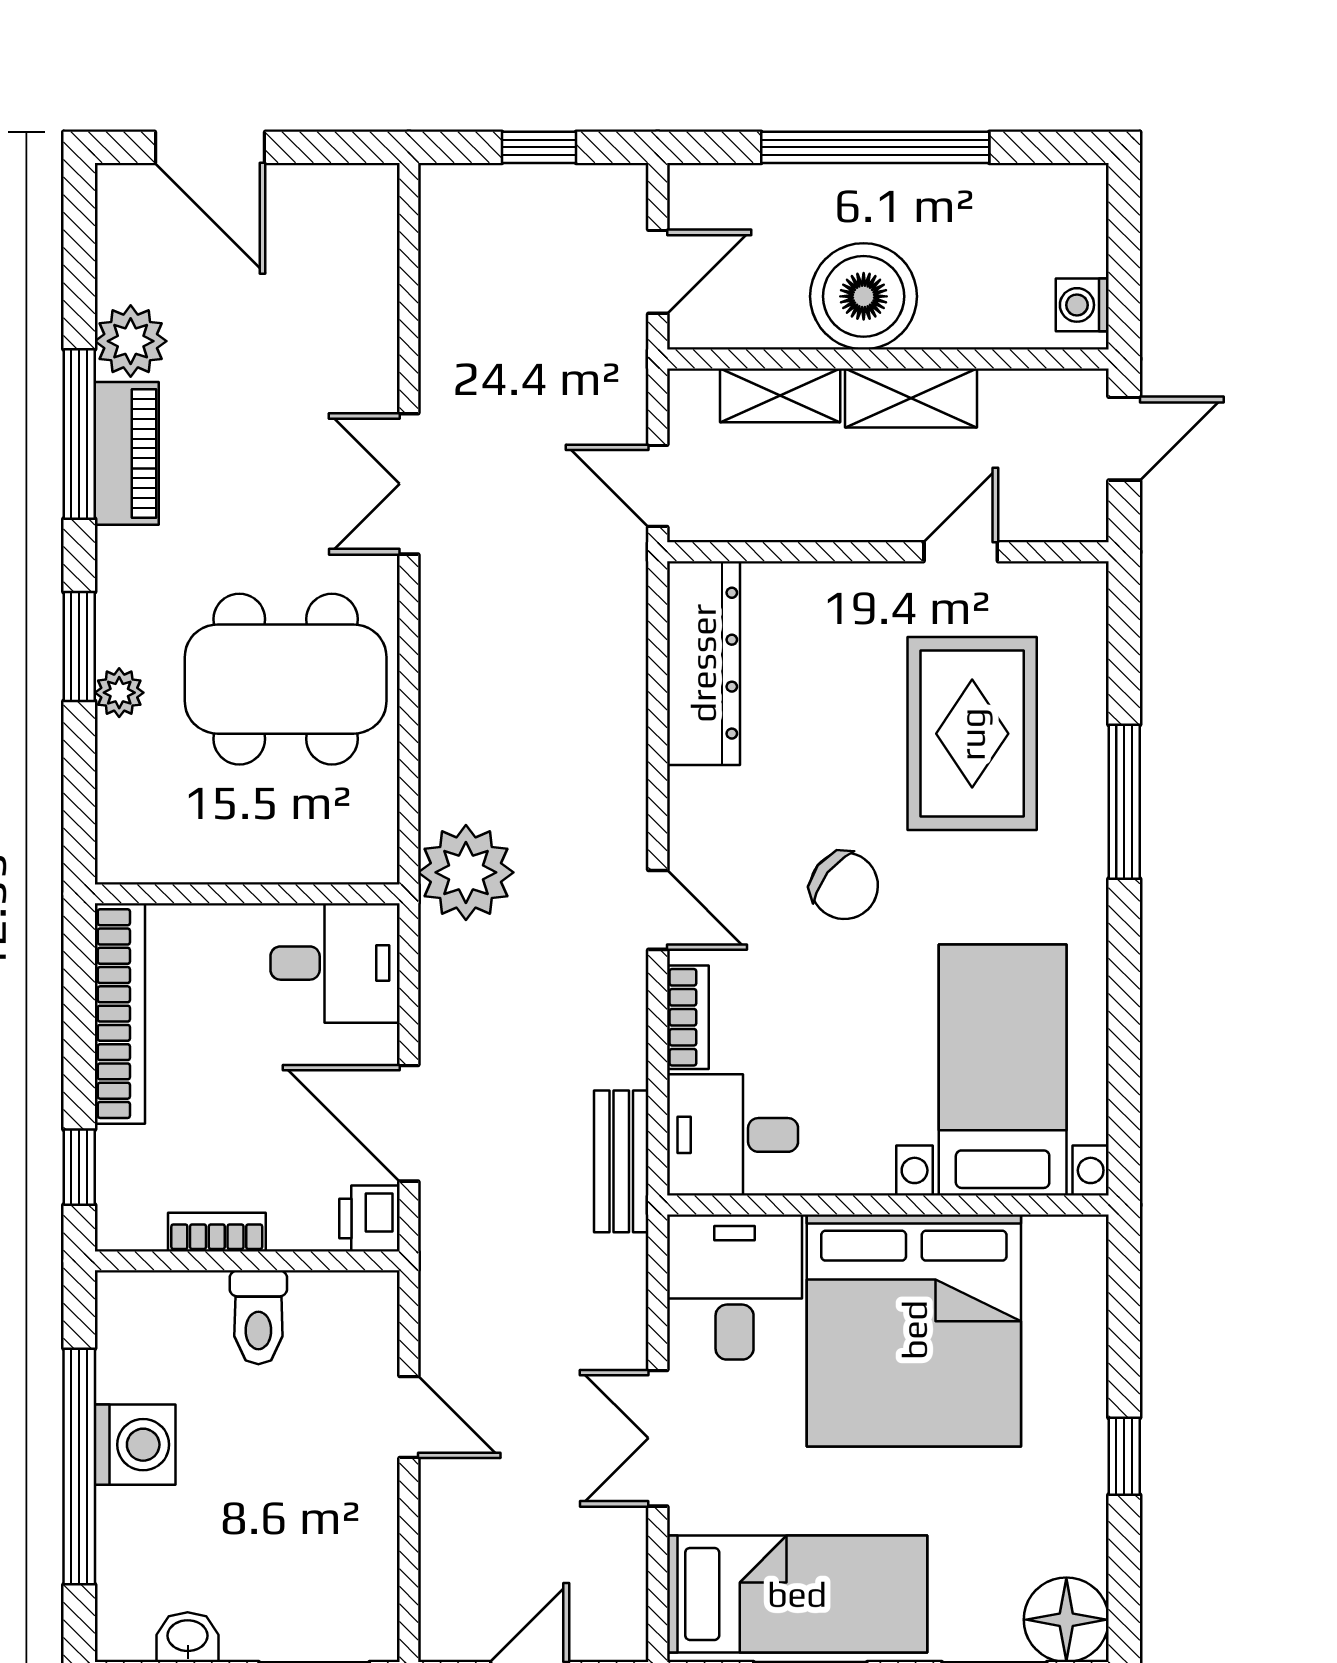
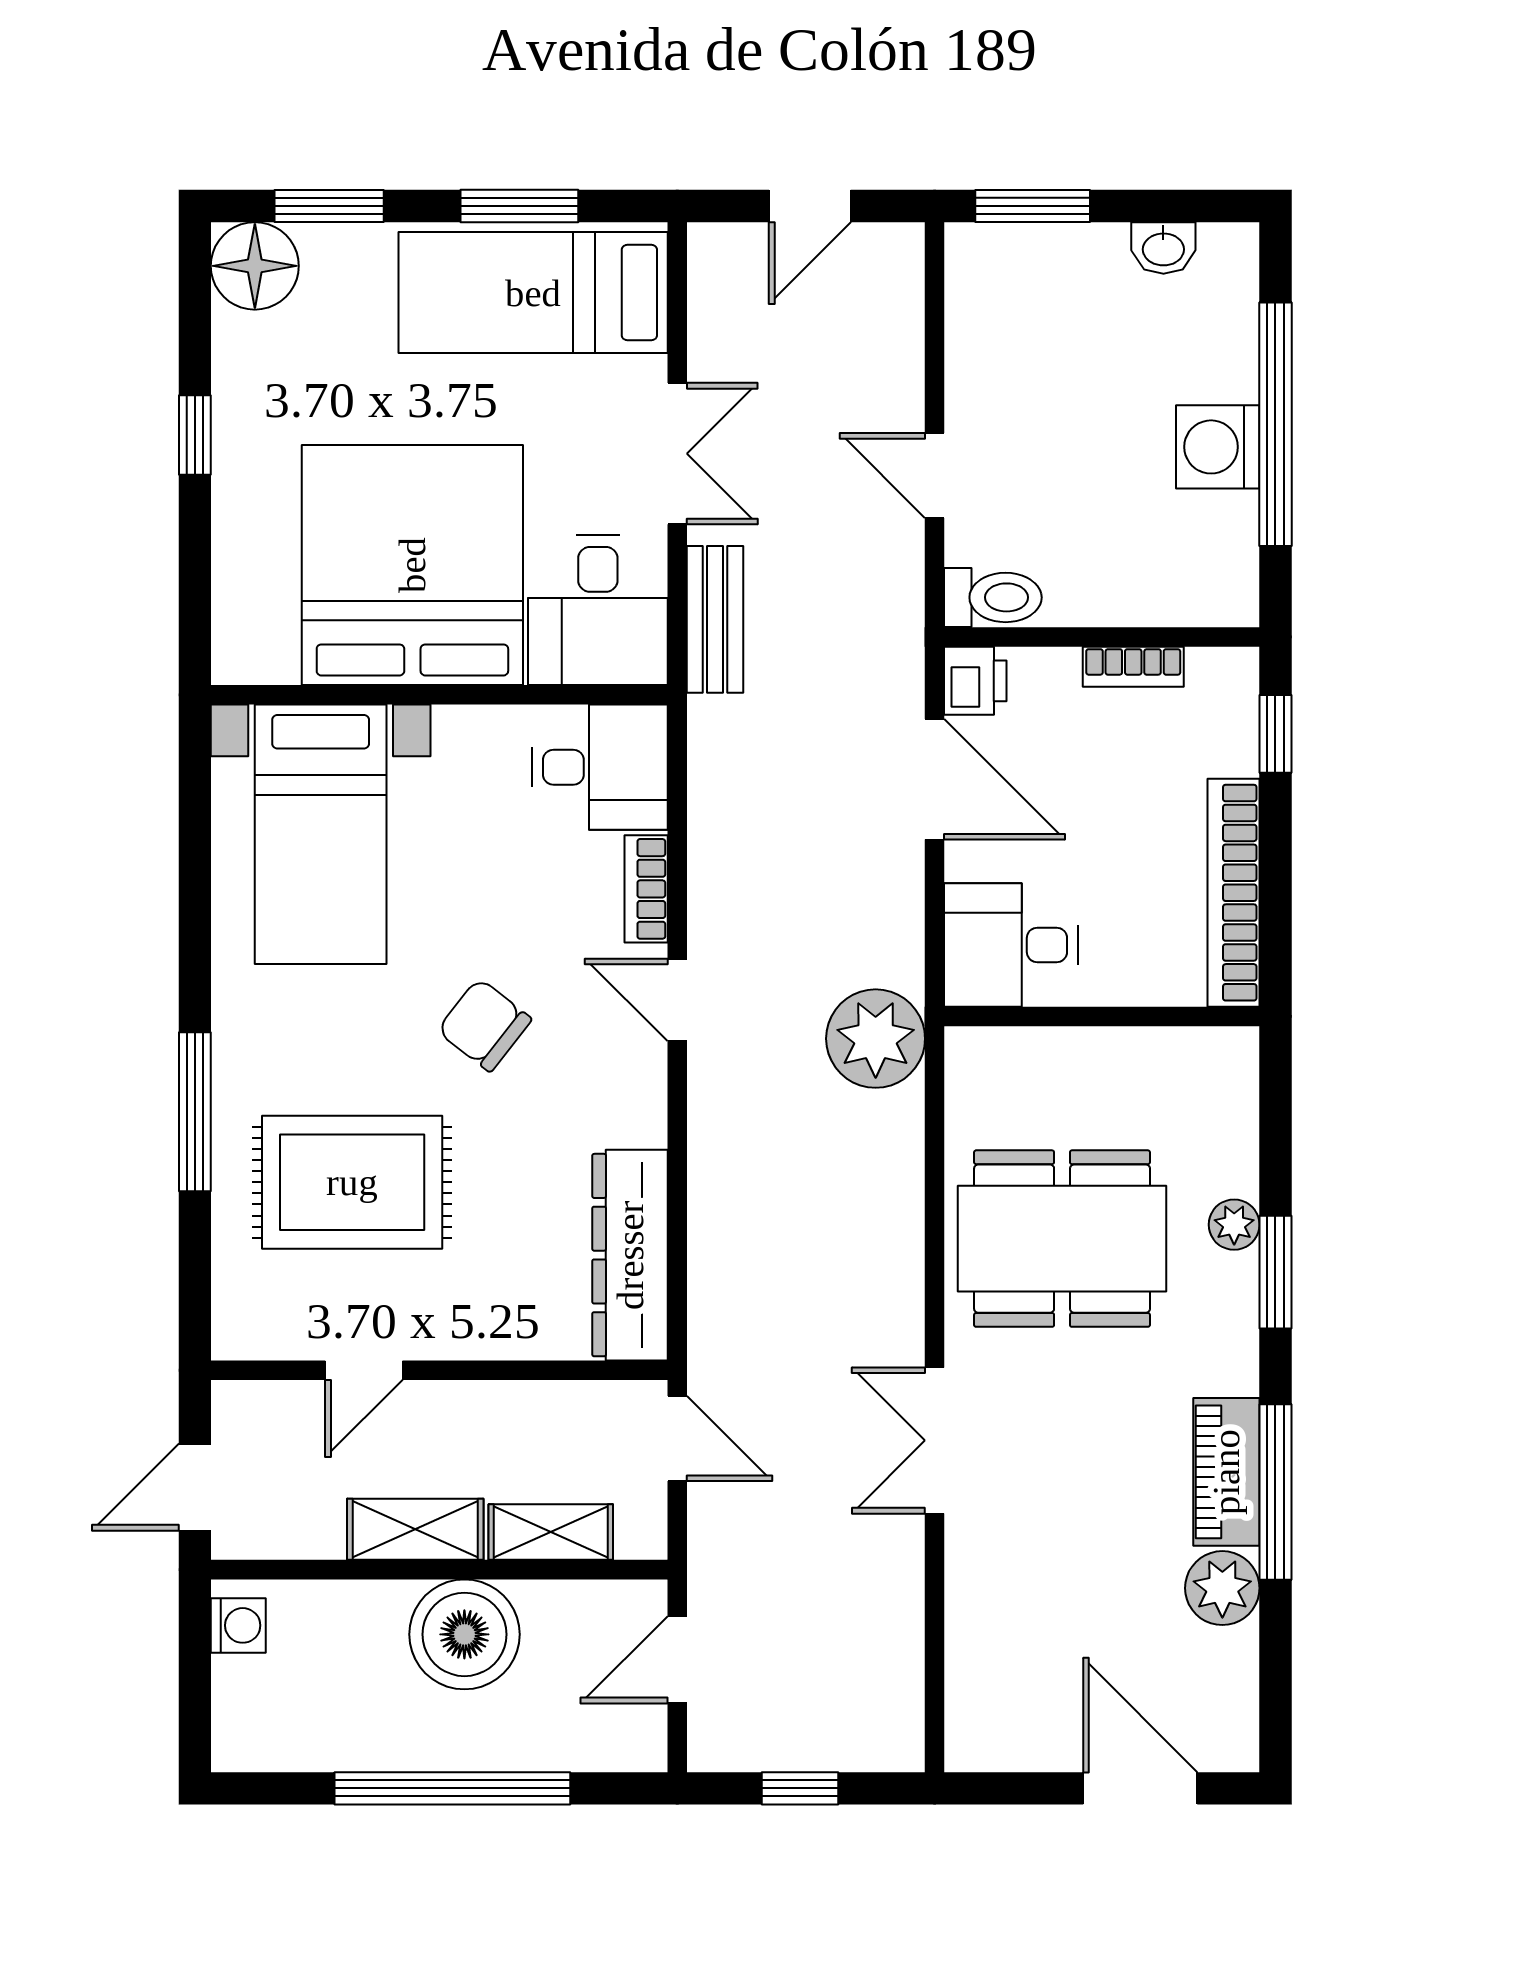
double door: (409, 484) -> (935, 1440), swing flipped
rug: (972, 734) -> (352, 1182), turned 90
bench: (621, 1161) -> (715, 619), moved
toilet: (258, 1317) -> (993, 597), moved, turned 90

